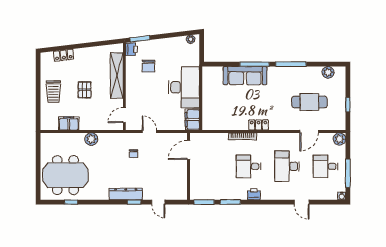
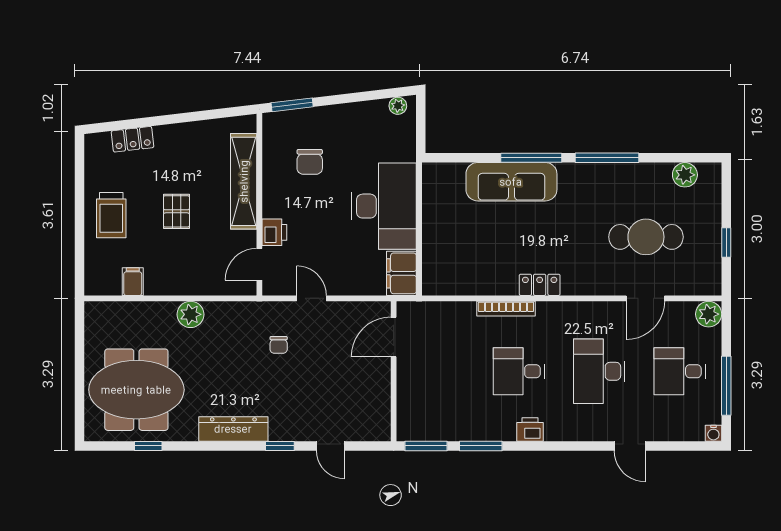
printer: (132, 49) -> (274, 232), moved
filing cabinet: (69, 123) -> (133, 282), width x0.50
dresser: (126, 194) -> (233, 429), moved

